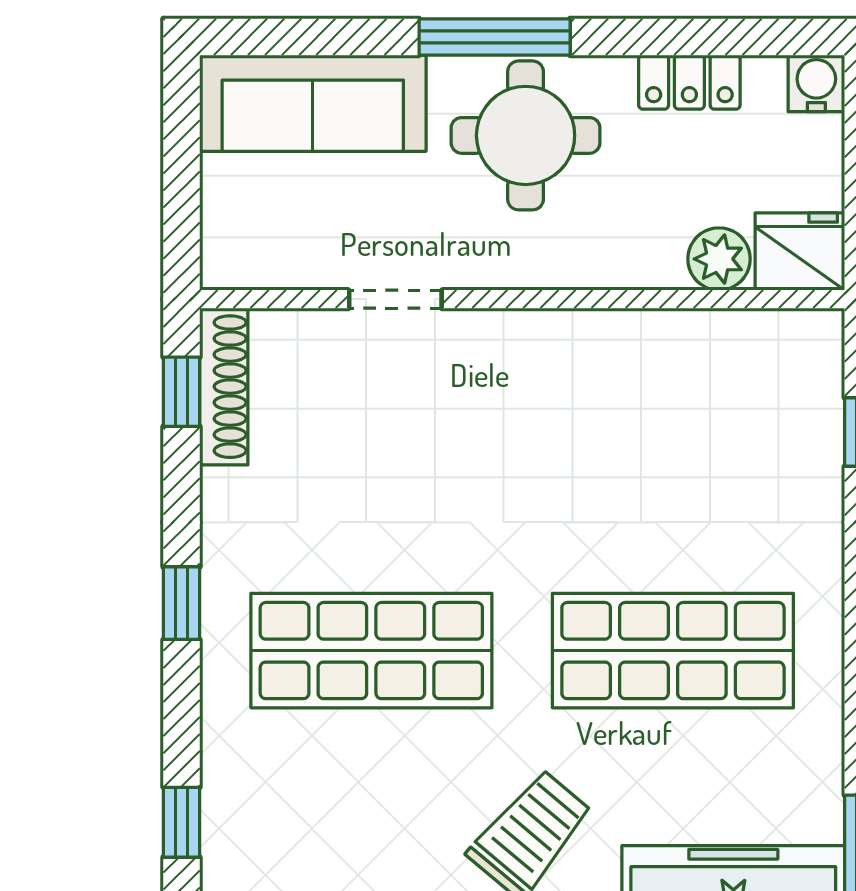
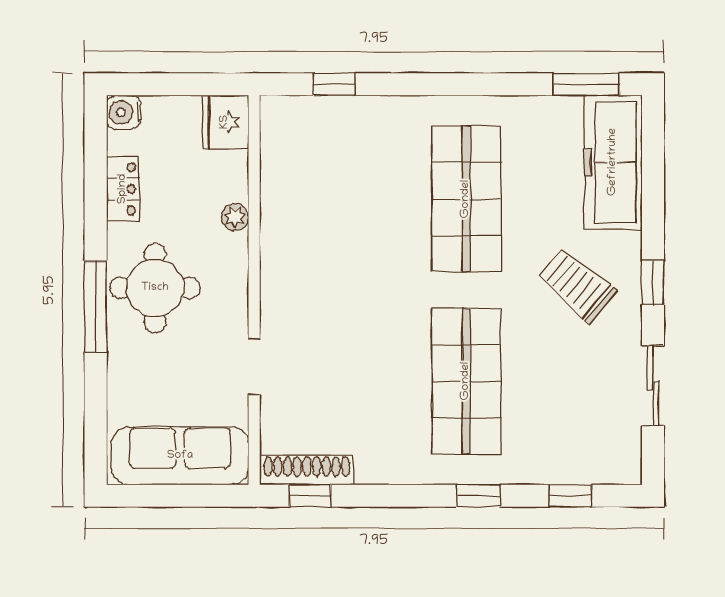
sofa: (313, 103) -> (180, 456), moved, turned -90
plant: (719, 259) -> (235, 217), moved, width x0.73, depth x0.73
window: (182, 603) -> (478, 496), moved

